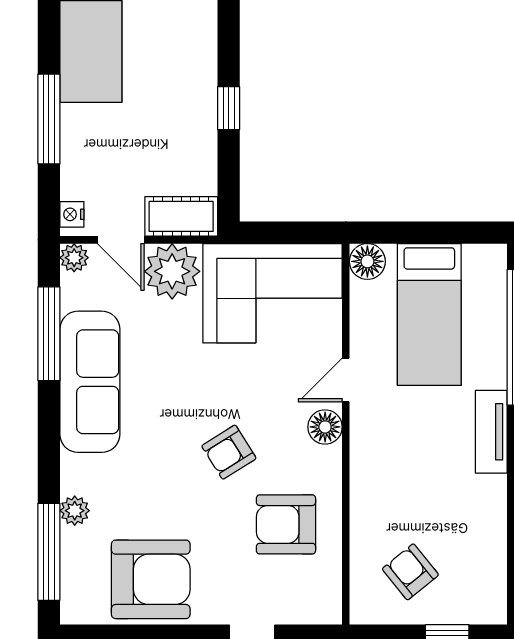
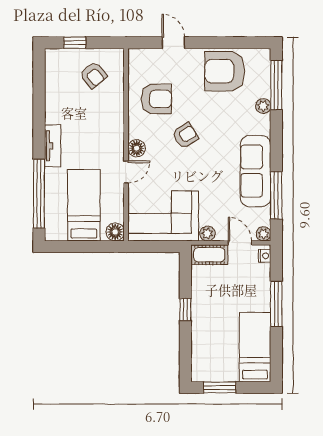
plant: (172, 271) -> (207, 234), width x0.53, depth x0.53

